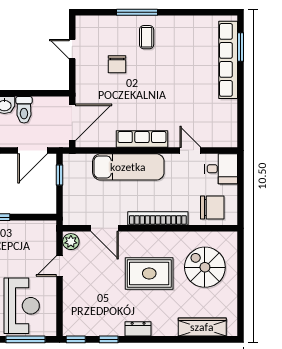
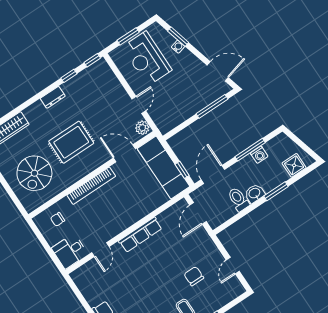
door: (72, 49) -> (233, 266), swing flipped
door: (72, 122) -> (198, 213), width x0.73
door: (190, 150) -> (100, 250), hinge flipped
exam couch: (128, 167) -> (164, 167), moved, turned -90
chair: (212, 207) -> (58, 219), width x0.54, depth x0.54
spiral stairs: (205, 267) -> (34, 173), turned 90
window: (25, 339) -> (128, 36), width x0.69

